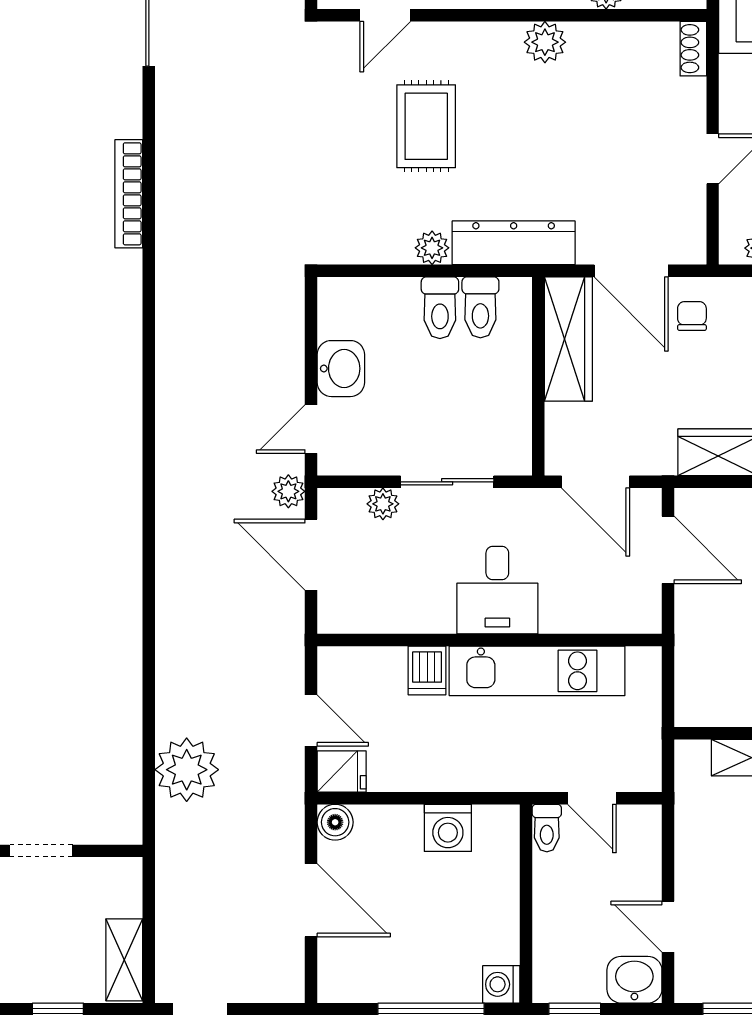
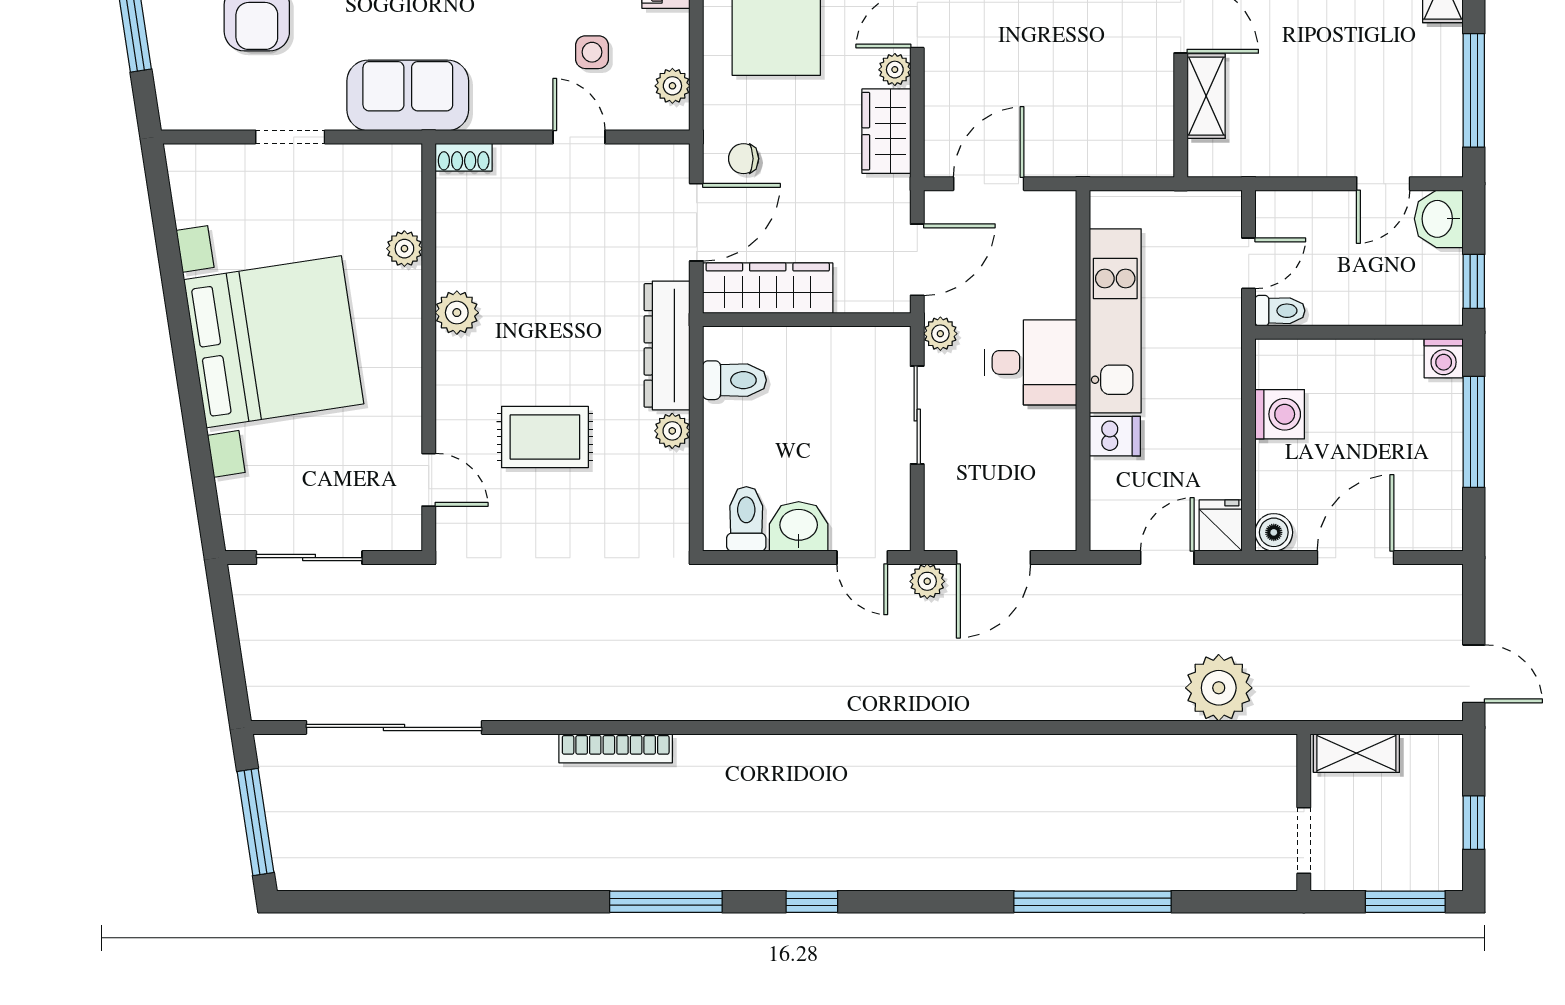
toilet: (440, 308) -> (746, 519), moved, turned -90
plant: (383, 504) -> (940, 334), moved
shelving: (124, 960) -> (1356, 753), moved

